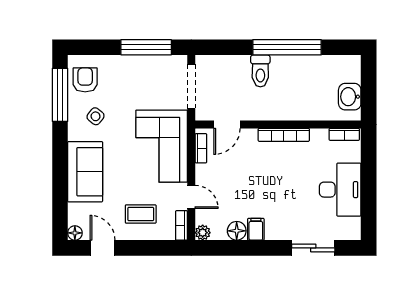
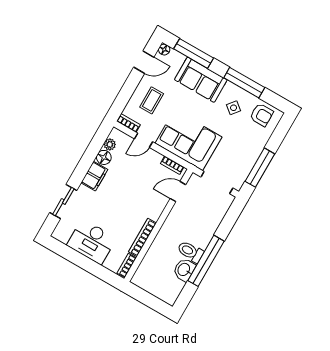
toilet: (260, 71) -> (190, 252), moved
window: (60, 95) -> (244, 83), moved
washbasin: (350, 97) -> (184, 270), moved, turned -90
door: (227, 124) -> (178, 192), hinge flipped
bookcase: (284, 135) -> (142, 237), moved
window: (60, 197) -> (194, 53), added
filing cabinet: (256, 229) -> (94, 176), width x2.00
plant: (203, 233) -> (110, 144), moved

